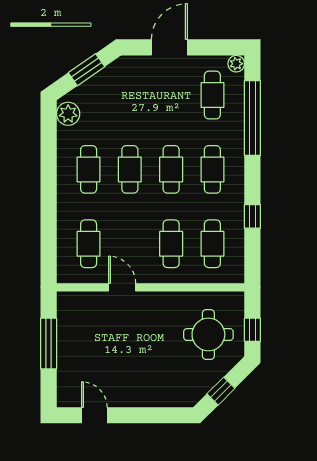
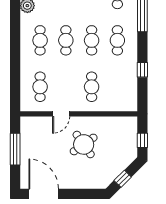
cafe table: (212, 244) -> (117, 87), removed
door: (122, 287) -> (61, 114), swing flipped
round table: (208, 334) -> (84, 144), moved, turned -35
door: (94, 415) -> (44, 194), width x1.88

